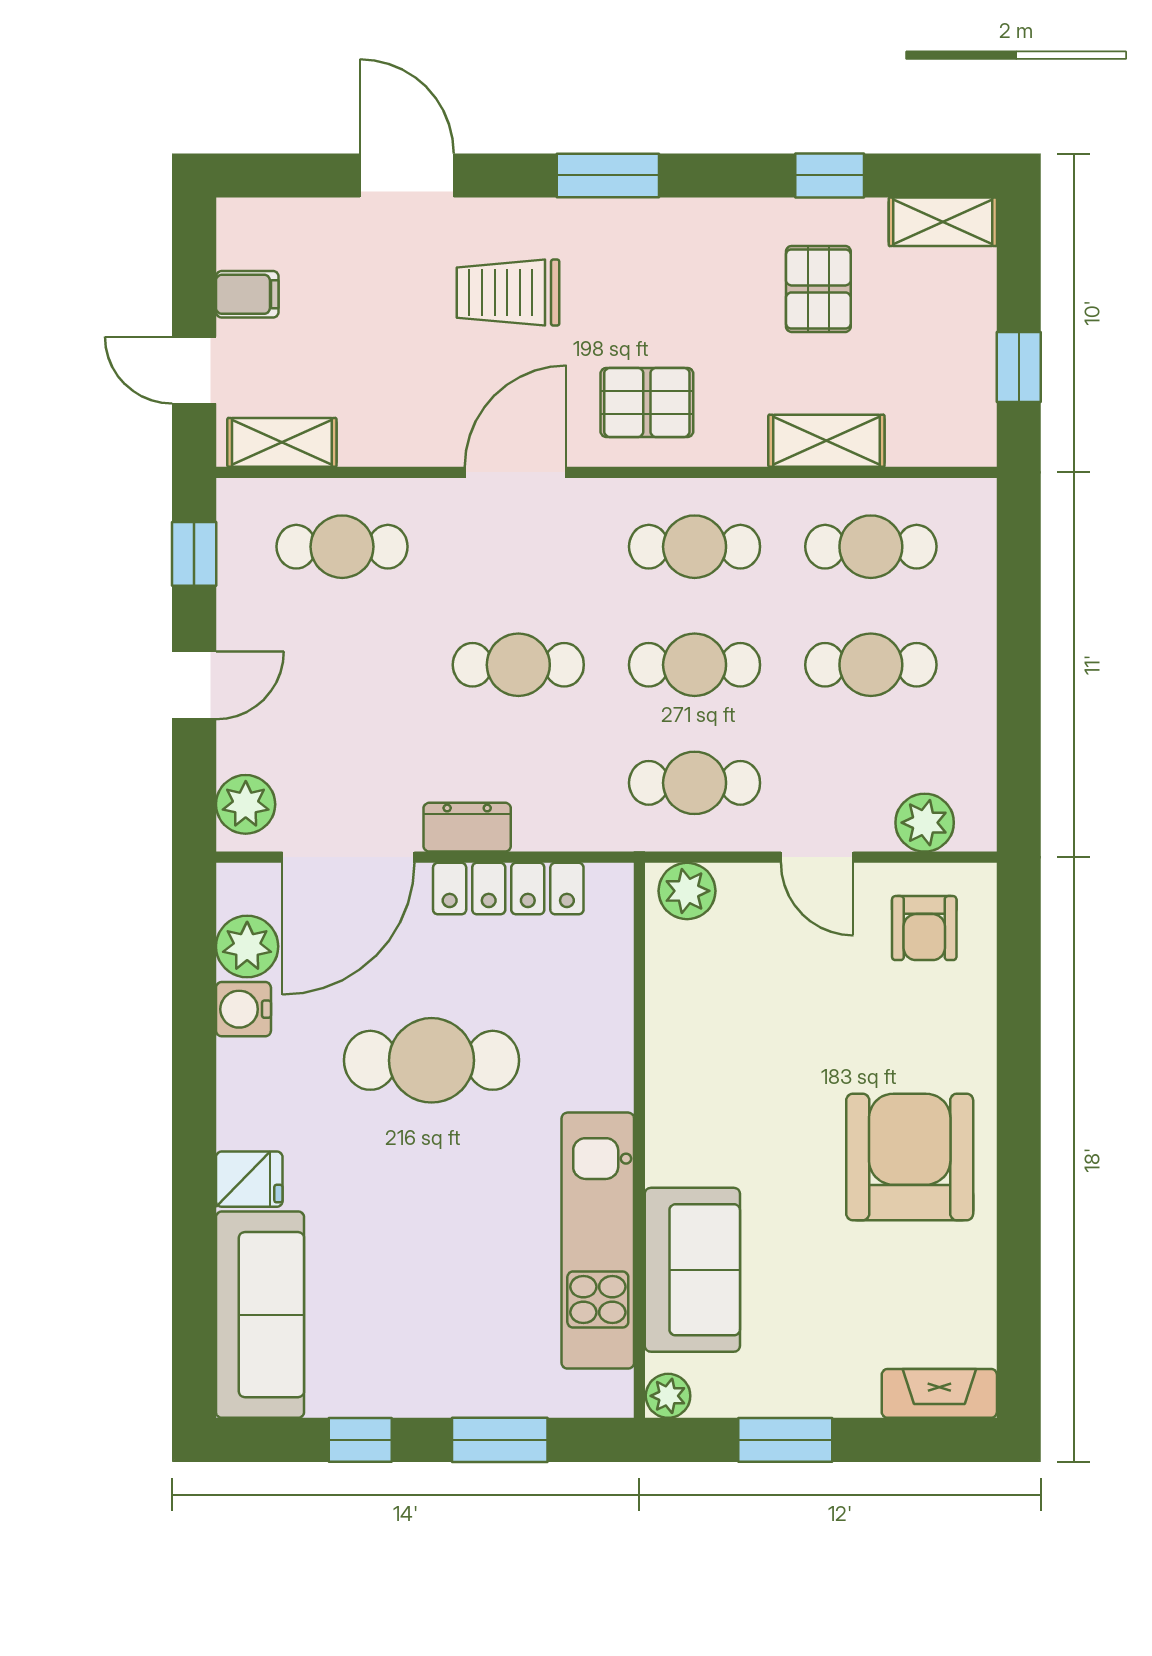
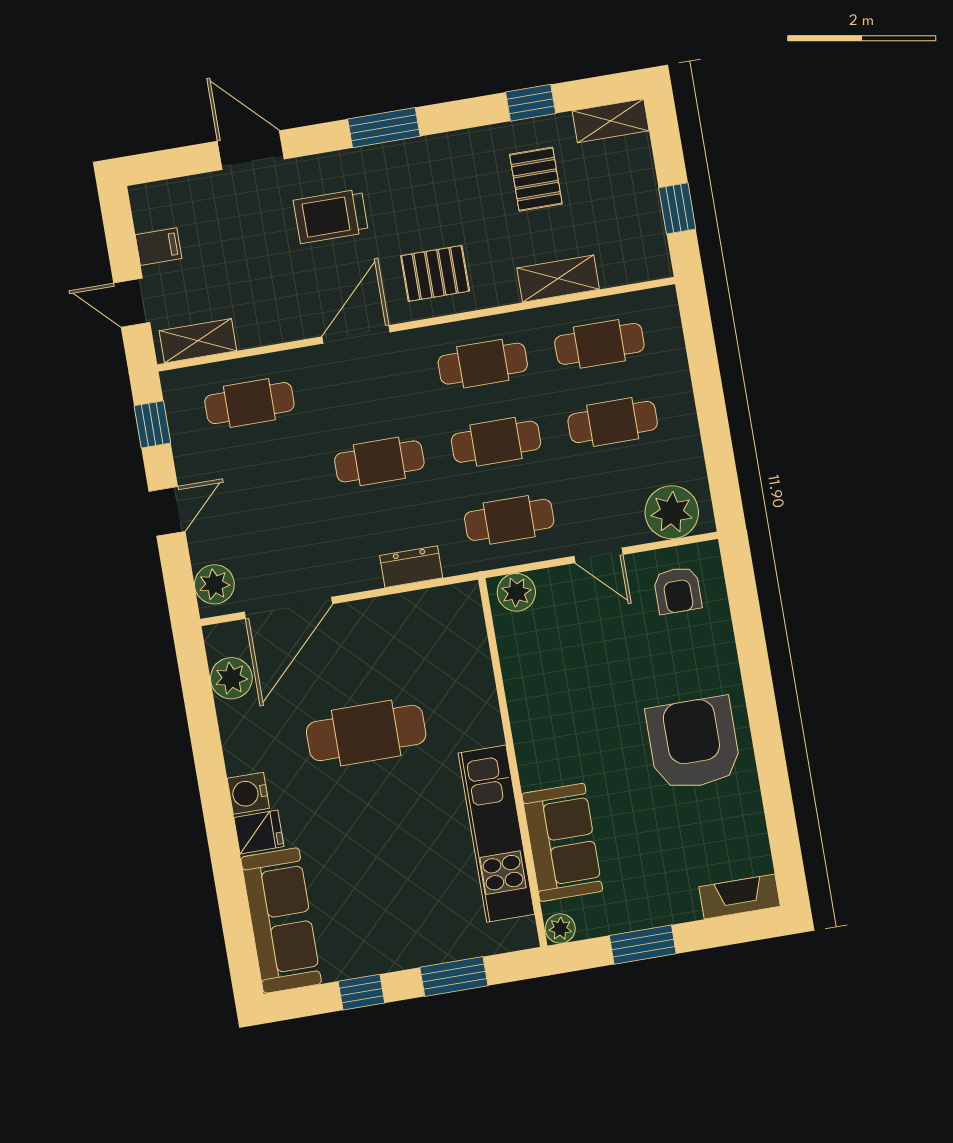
plant: (925, 823) -> (672, 512), width x1.36, depth x1.36
dresser: (467, 827) -> (411, 567), moved
locker: (508, 889) -> (398, 611), removed
water cooler: (243, 1009) -> (248, 793), moved

